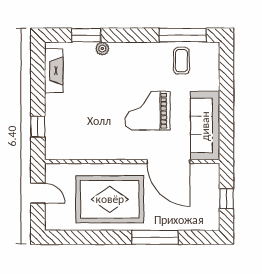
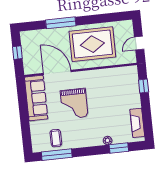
grand piano: (148, 111) -> (74, 104), turned 90
door: (38, 193) -> (139, 43), hinge flipped

